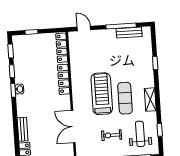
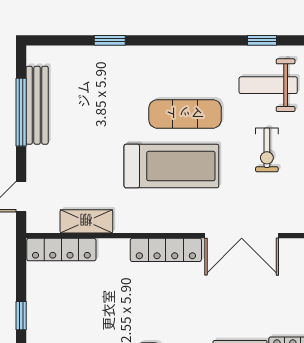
bench: (129, 33) -> (37, 105), width x1.36
locker: (64, 79) -> (166, 250), moved
treadmill: (102, 94) -> (171, 166), turned 180
shelving: (150, 100) -> (86, 221), moved

